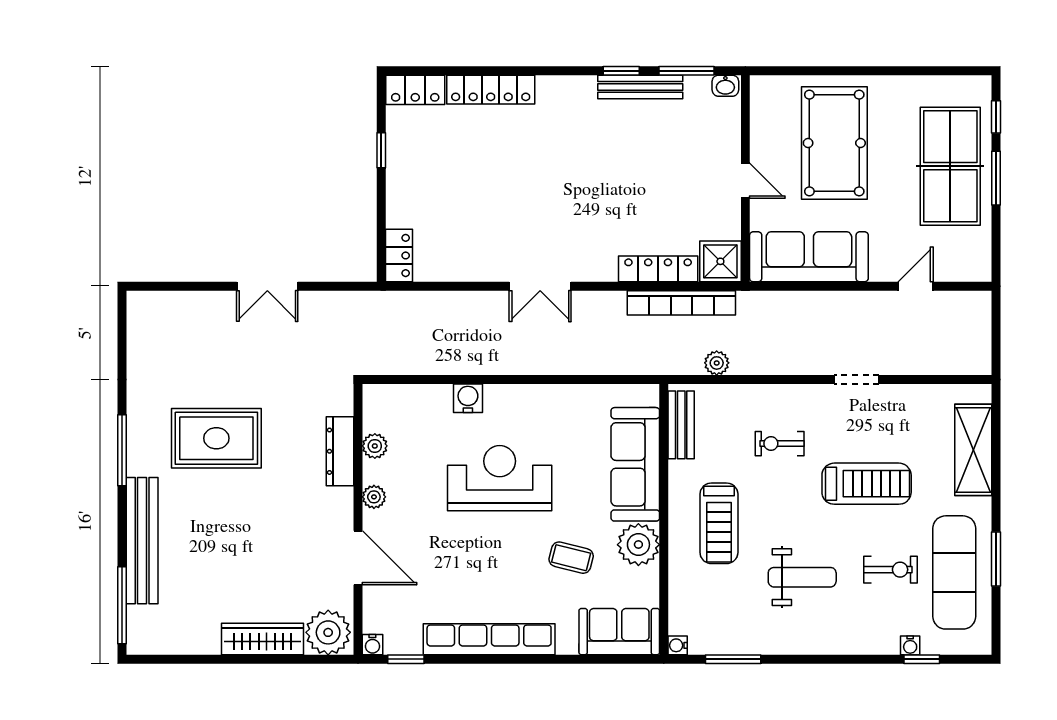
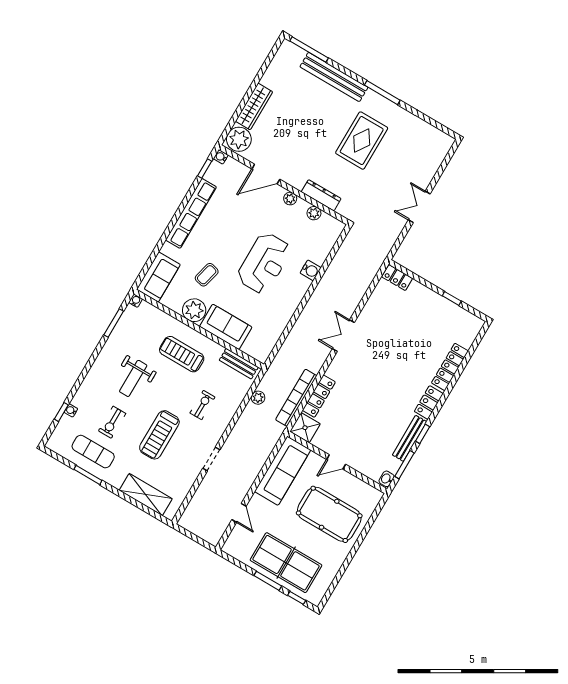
locker: (415, 90) -> (429, 403), moved
sofa: (635, 464) -> (226, 327), width x0.73
exercise mat: (954, 572) -> (93, 452), width x0.73, depth x0.69

